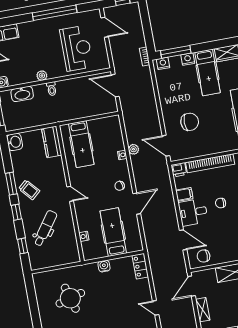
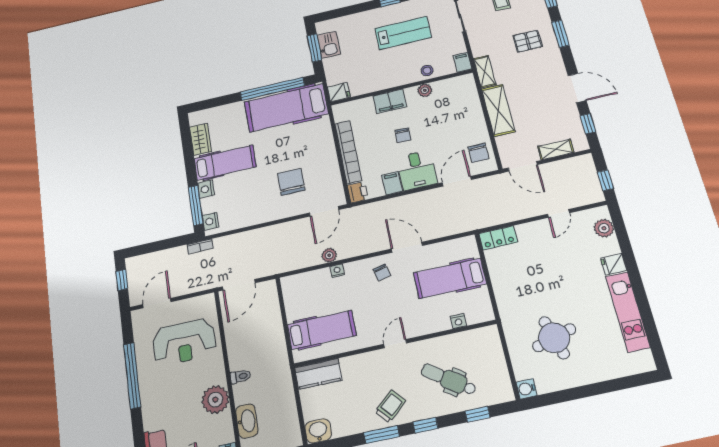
reception desk: (76, 48) -> (184, 342), turned 180
plant: (42, 76) -> (215, 400), width x1.87, depth x1.87
water cooler: (104, 266) -> (526, 389), moved

